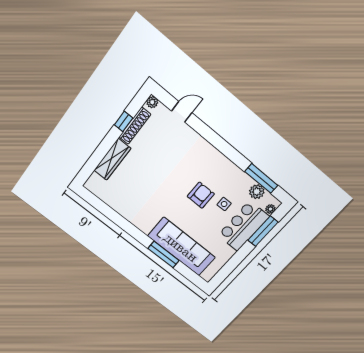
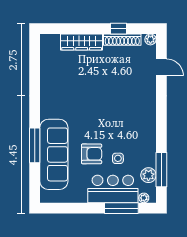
armchair: (201, 195) -> (92, 154), moved

